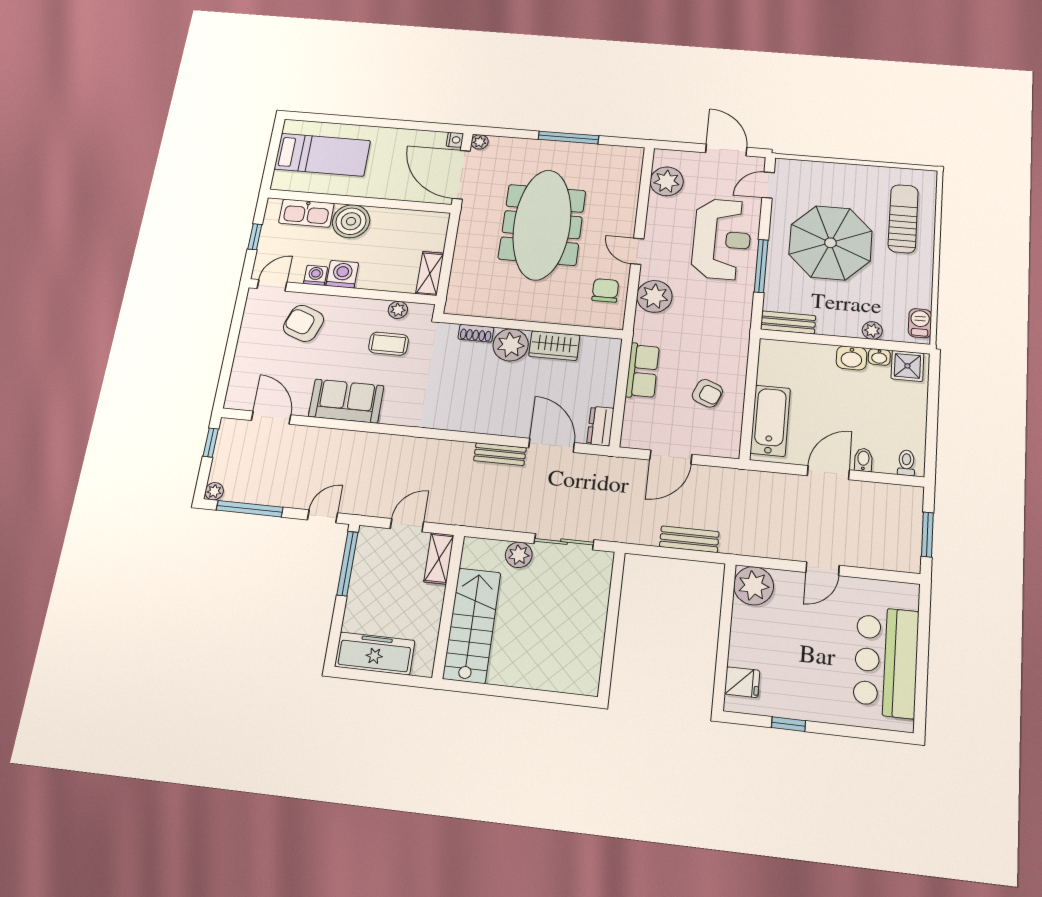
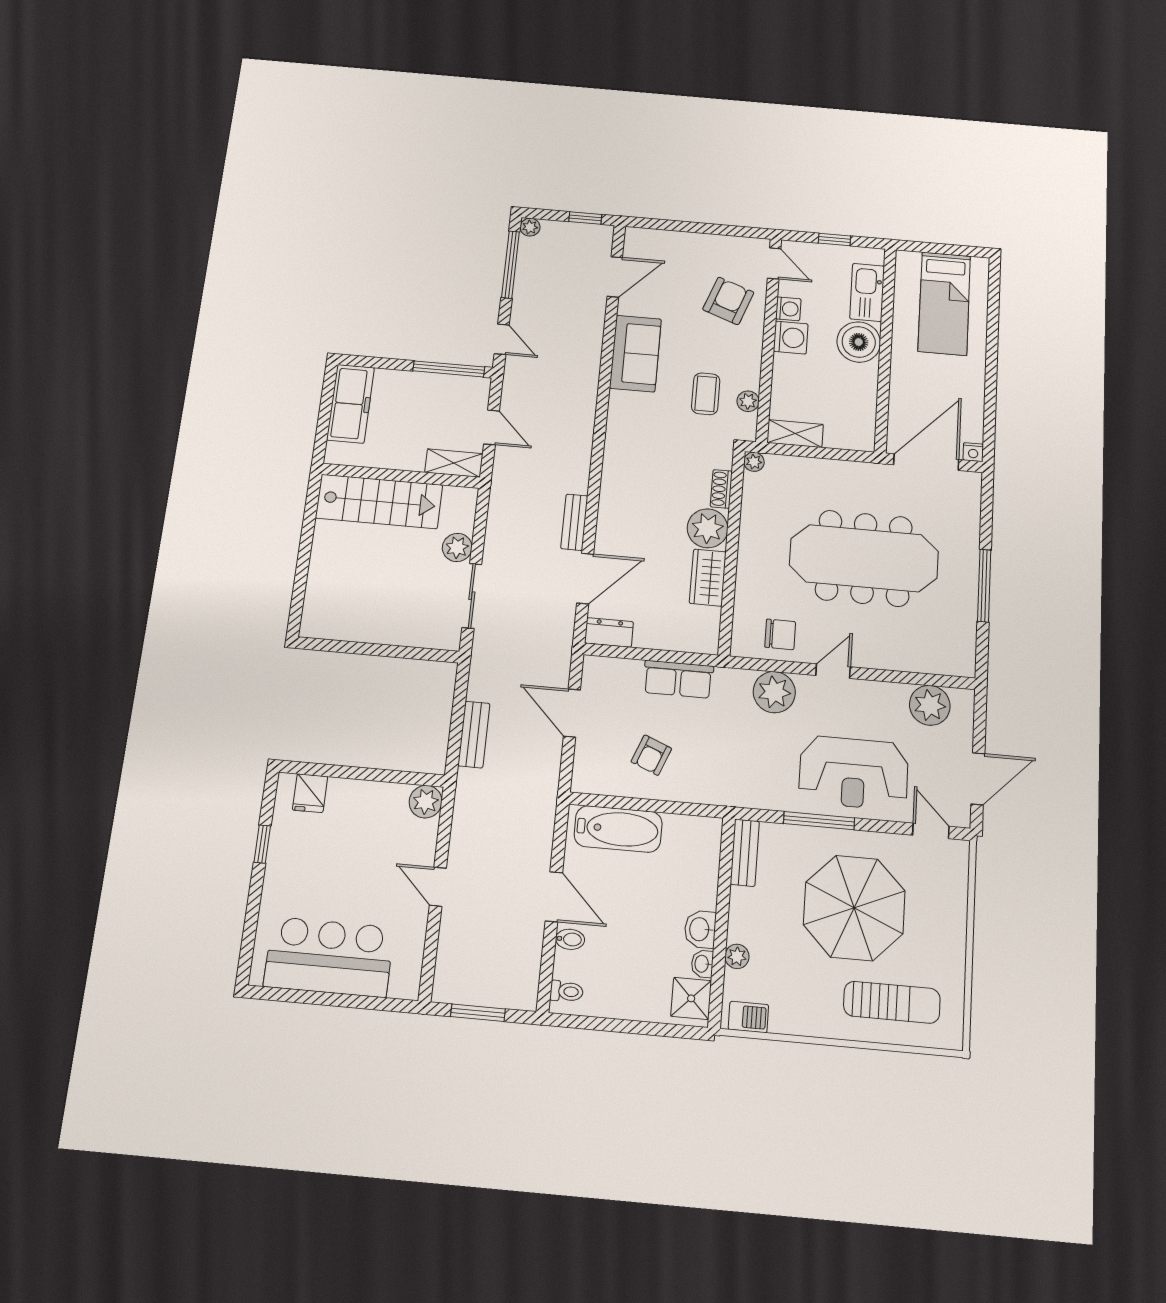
plant: (480, 142) -> (754, 462), moved
plant: (754, 586) -> (426, 802), width x0.73, depth x0.73

